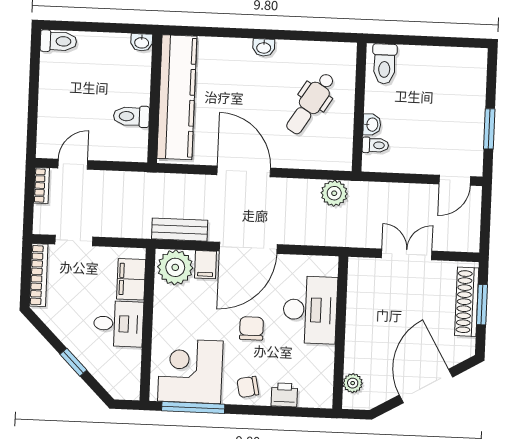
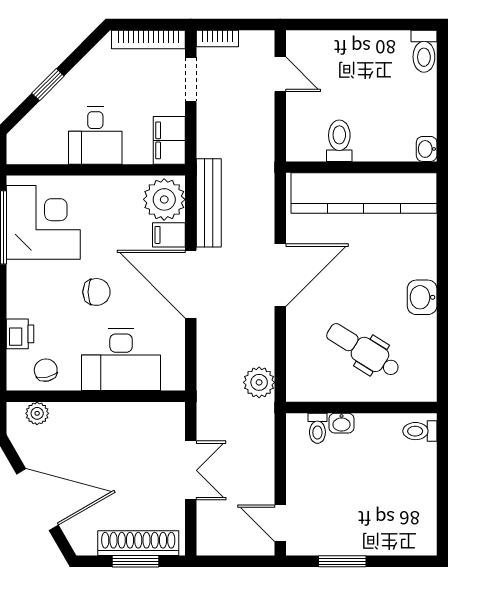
washbasin: (264, 47) -> (422, 297), width x1.38, depth x1.45
toilet: (384, 64) -> (420, 431), width x0.73, depth x0.72
bookcase: (41, 186) -> (217, 39), moved
bench: (180, 230) -> (209, 203), width x1.36
filing cabinet: (131, 279) -> (169, 140), moved, turned -90
chair: (248, 387) -> (46, 370), moved

